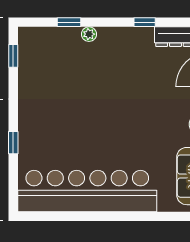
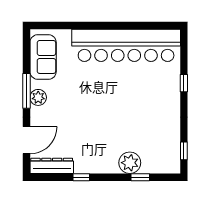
plant: (89, 34) -> (130, 163), width x1.87, depth x1.87

